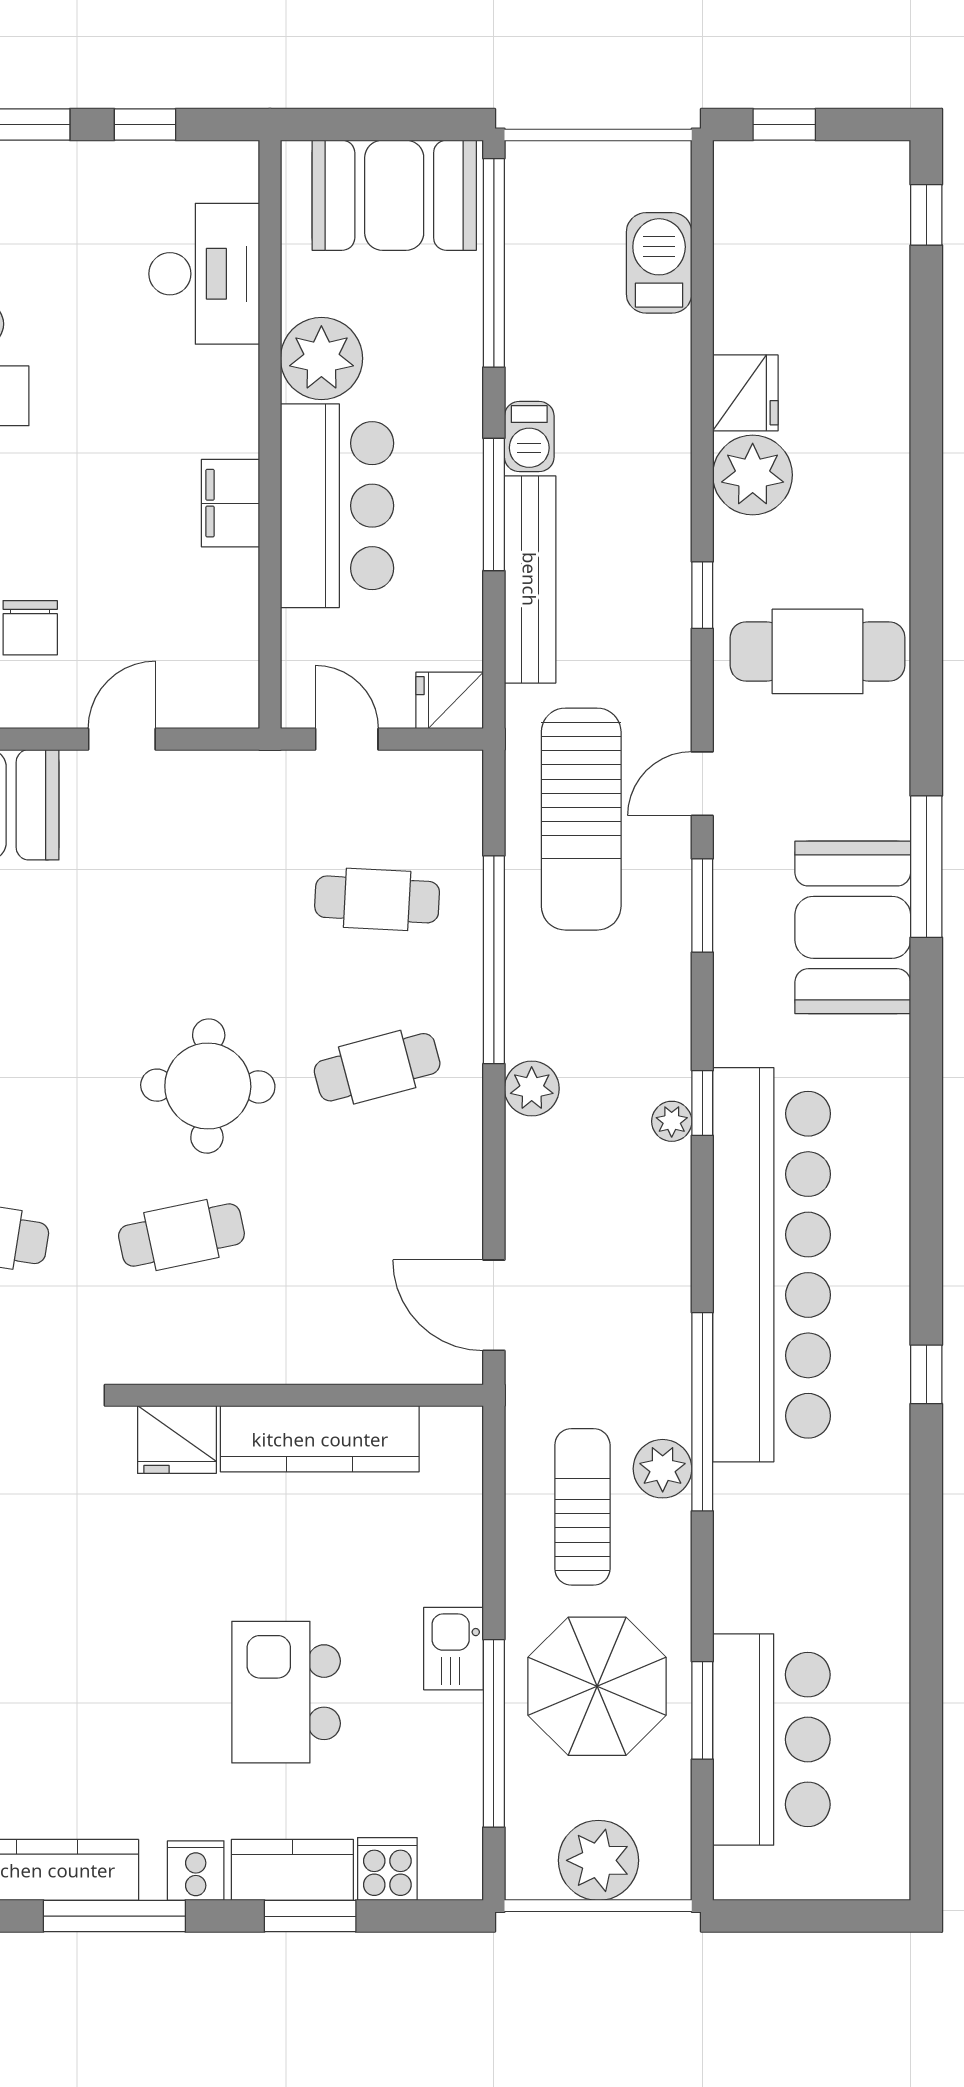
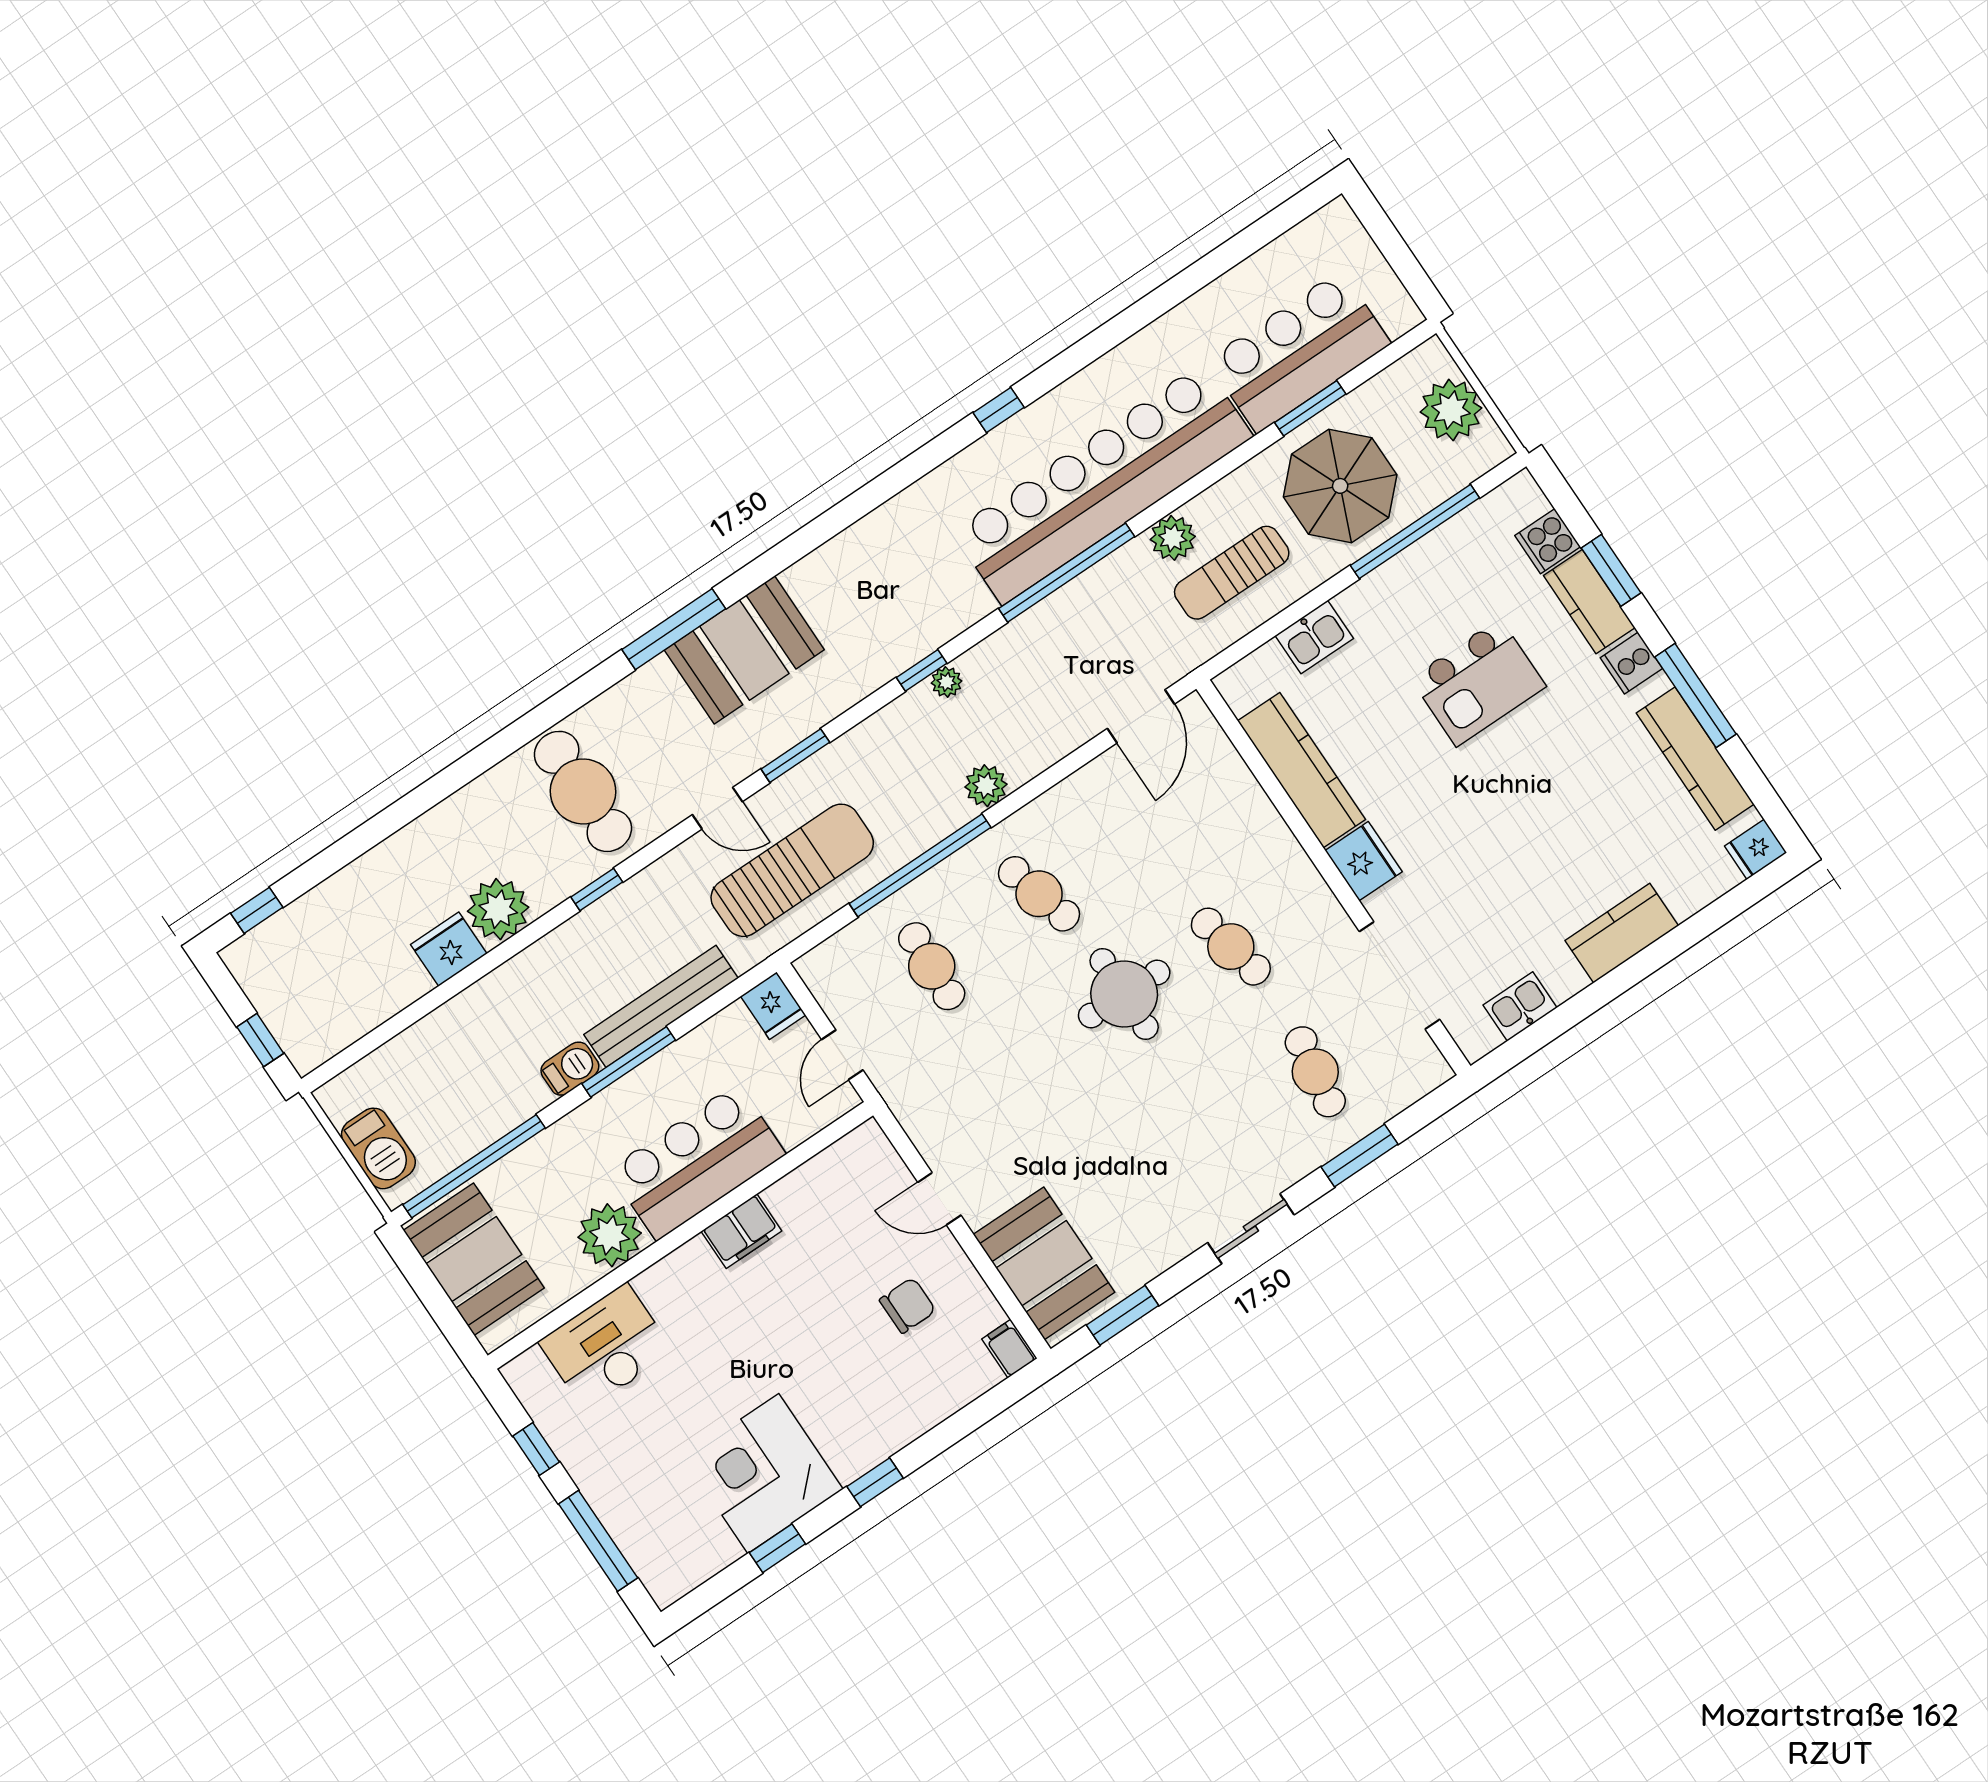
barbecue: (659, 263) -> (378, 1148), moved, turned -90
bar counter: (772, 1265) -> (1103, 484), moved
window: (702, 1412) -> (1067, 573), moved
kitchen sink: (454, 1649) -> (1314, 637), moved

